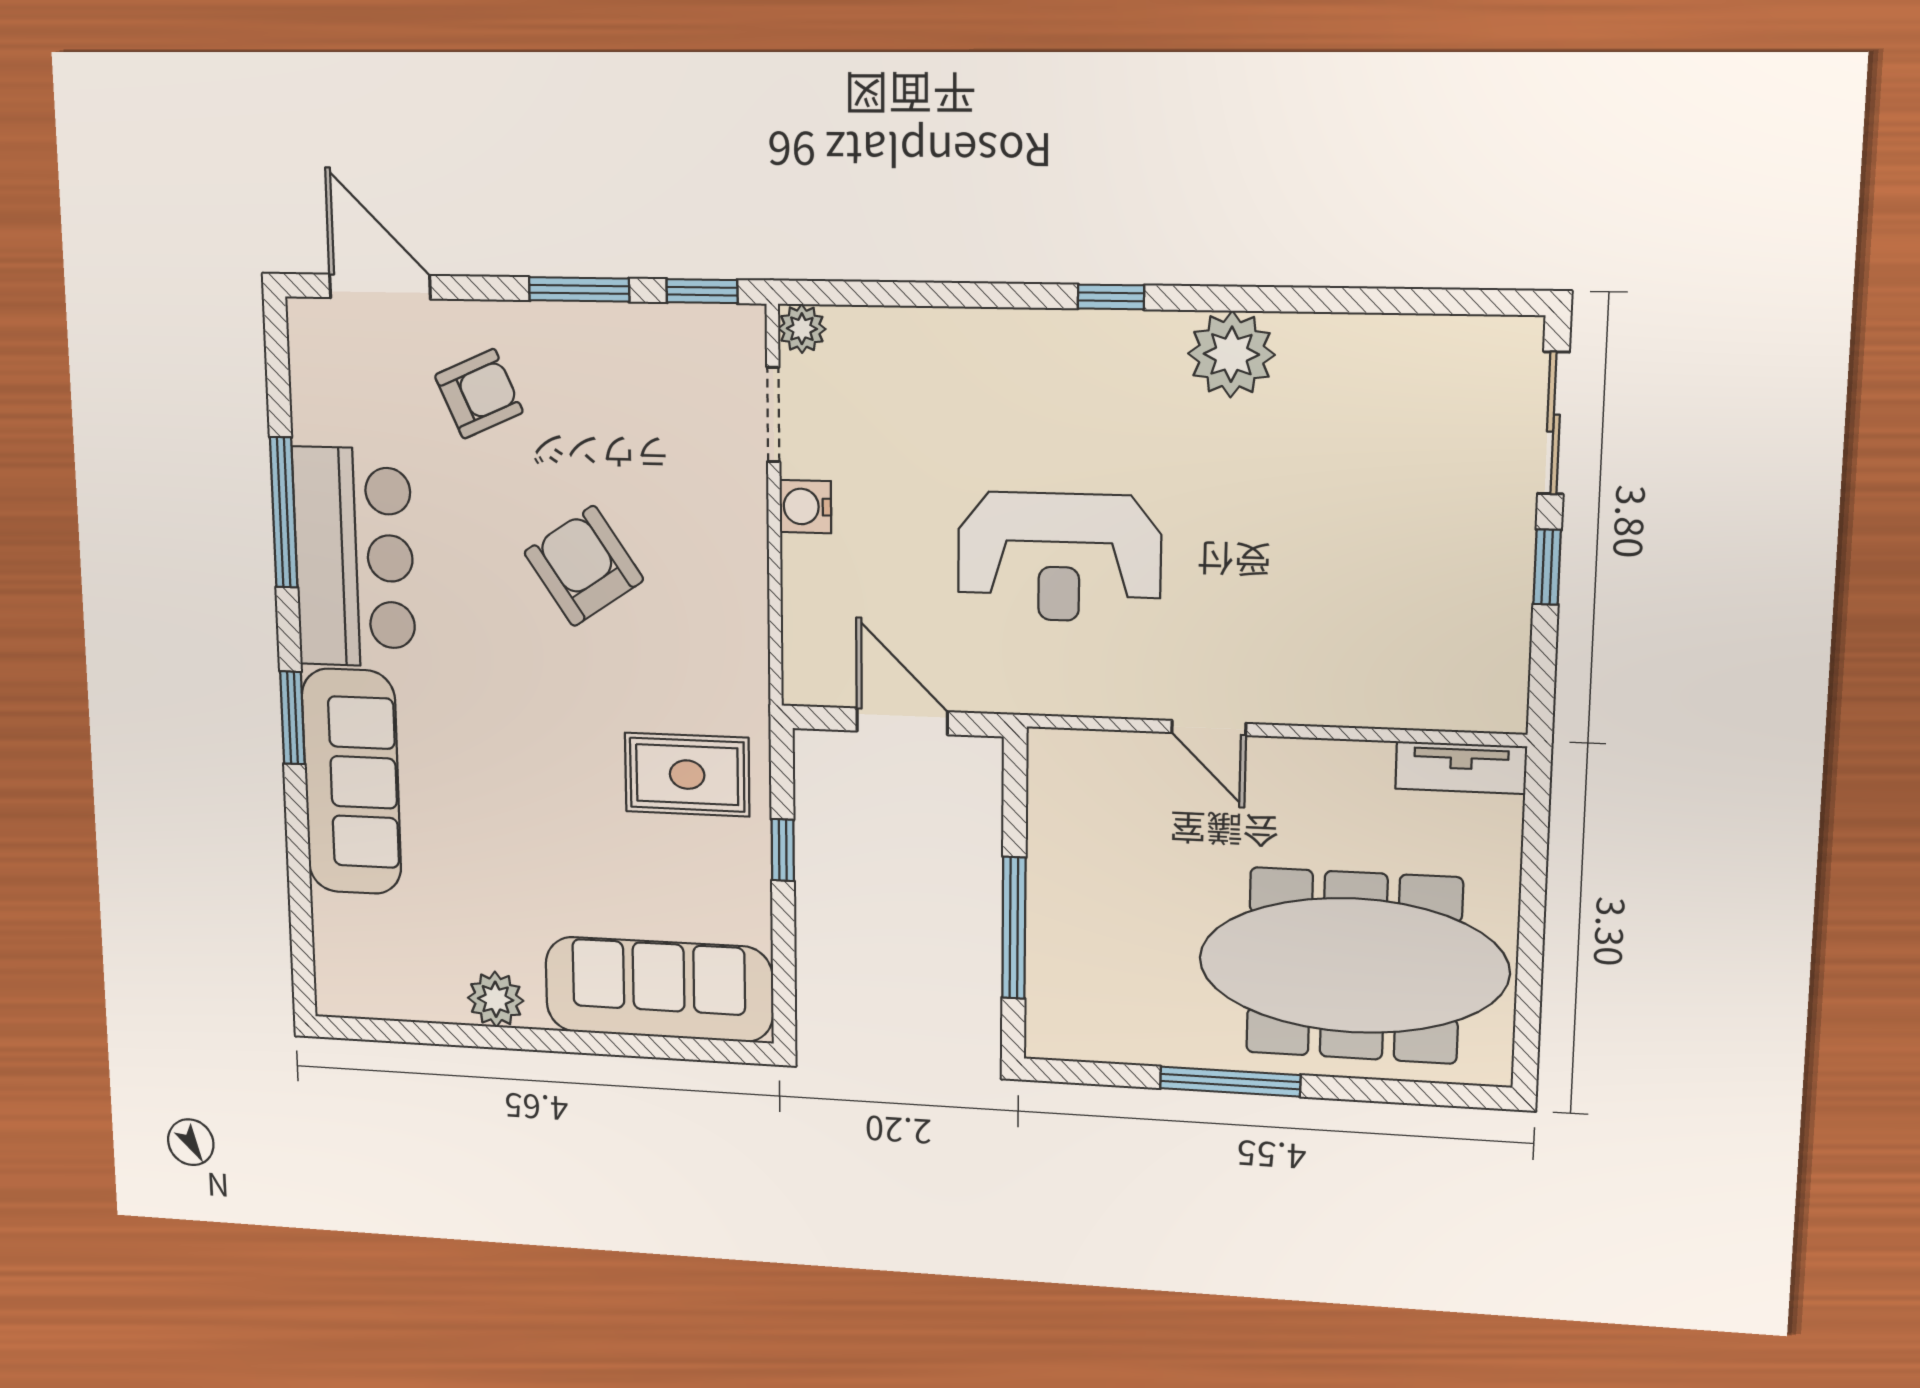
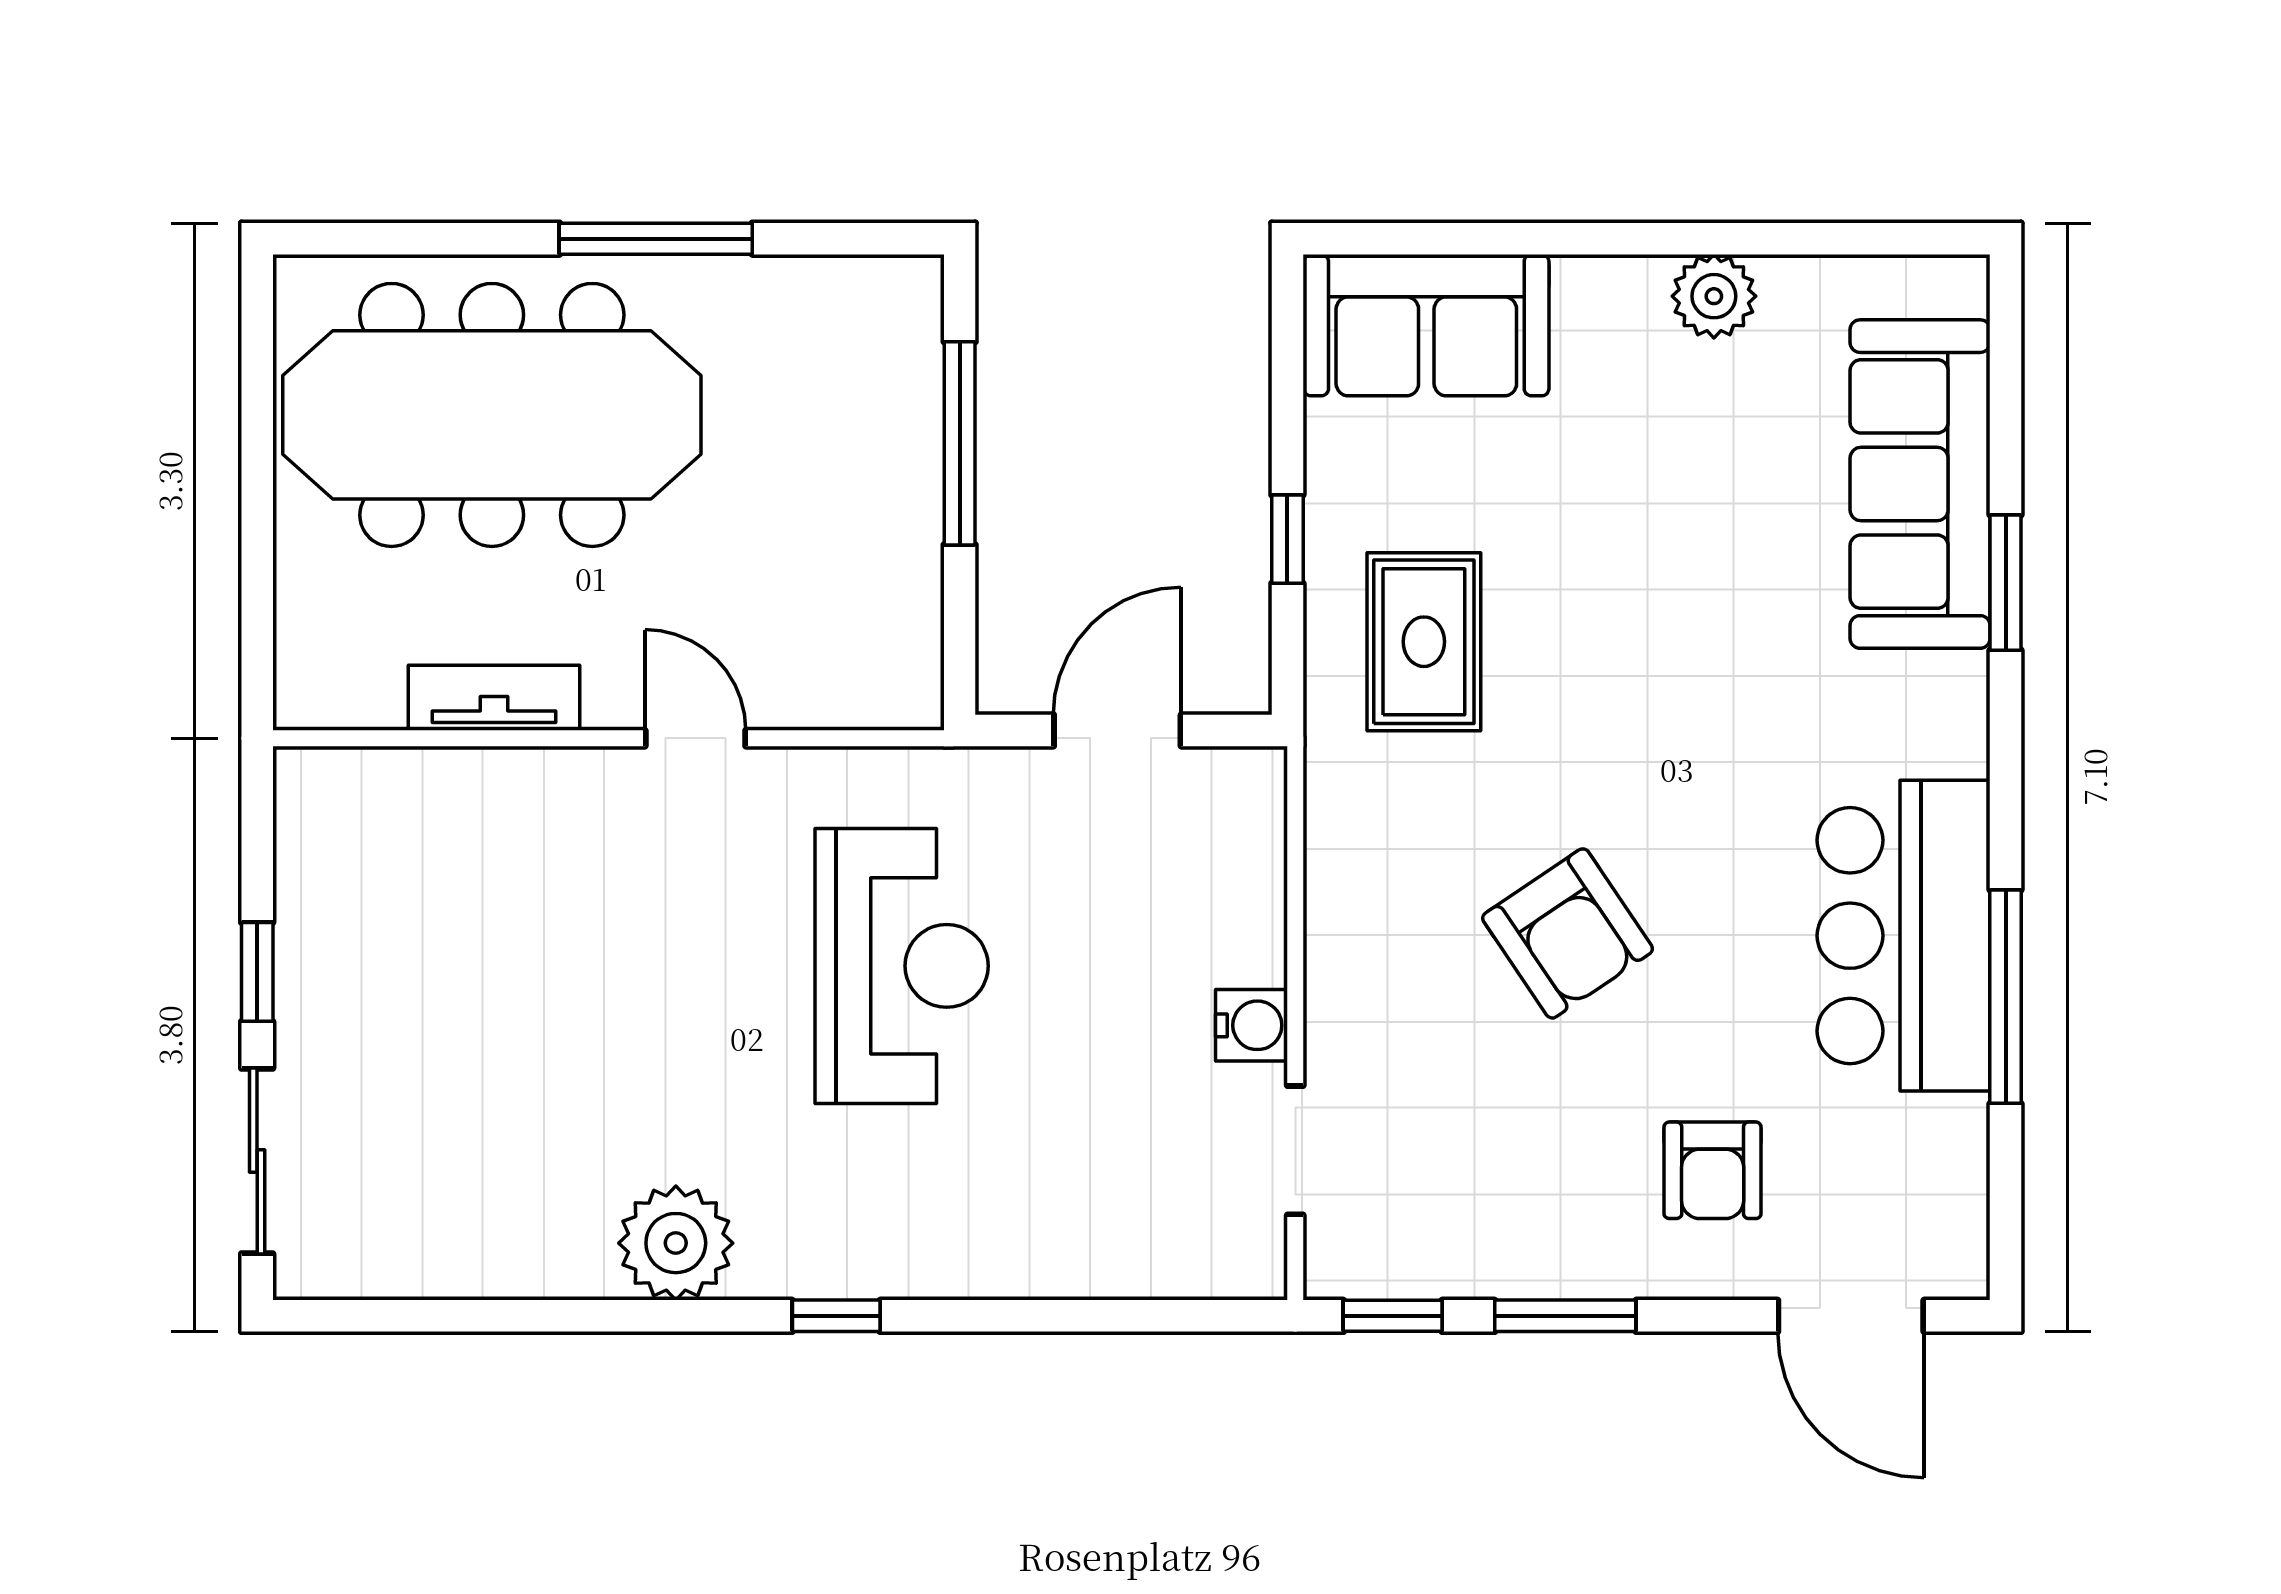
plant: (802, 329) -> (1255, 1267), removed
armchair: (479, 394) -> (1713, 1170), turned -66
reception desk: (1059, 557) -> (902, 966), turned 90
window: (292, 718) -> (2006, 583), moved
door: (902, 721) -> (1117, 730), swing flipped
tv unit: (1461, 768) -> (494, 698), moved
rug: (687, 775) -> (1424, 642), turned 90
sofa: (352, 782) -> (1920, 484), moved
sofa: (659, 989) -> (1426, 325), width x0.73

